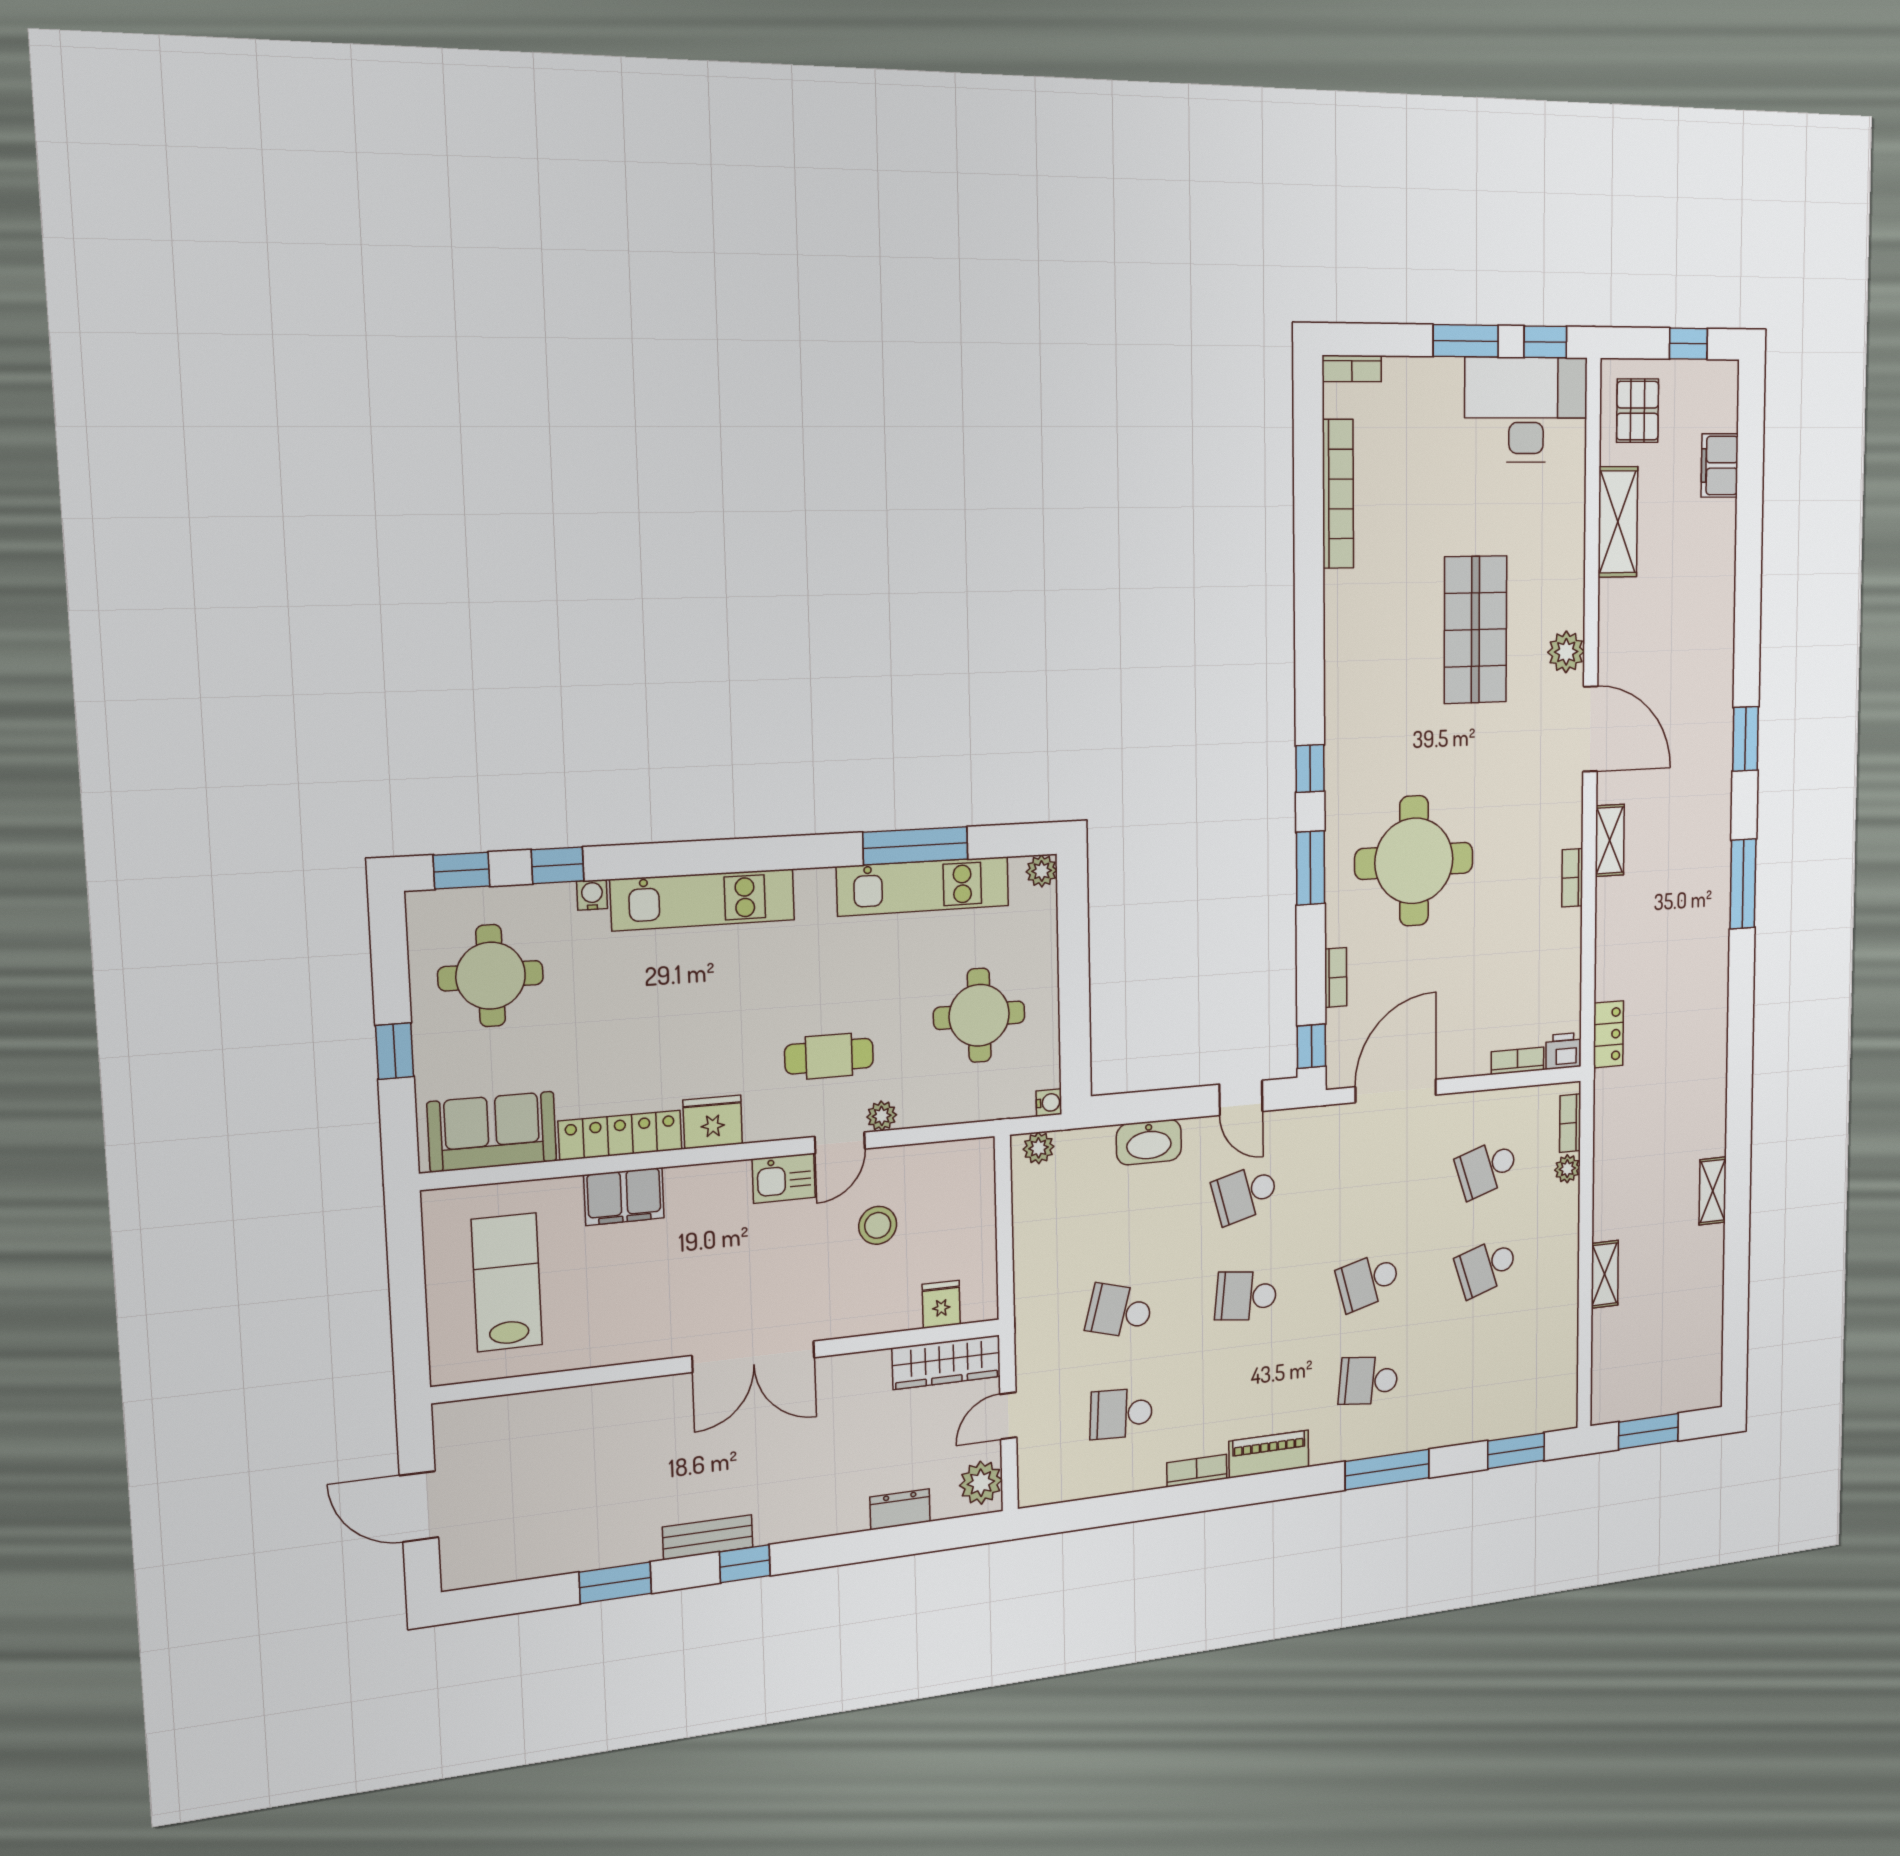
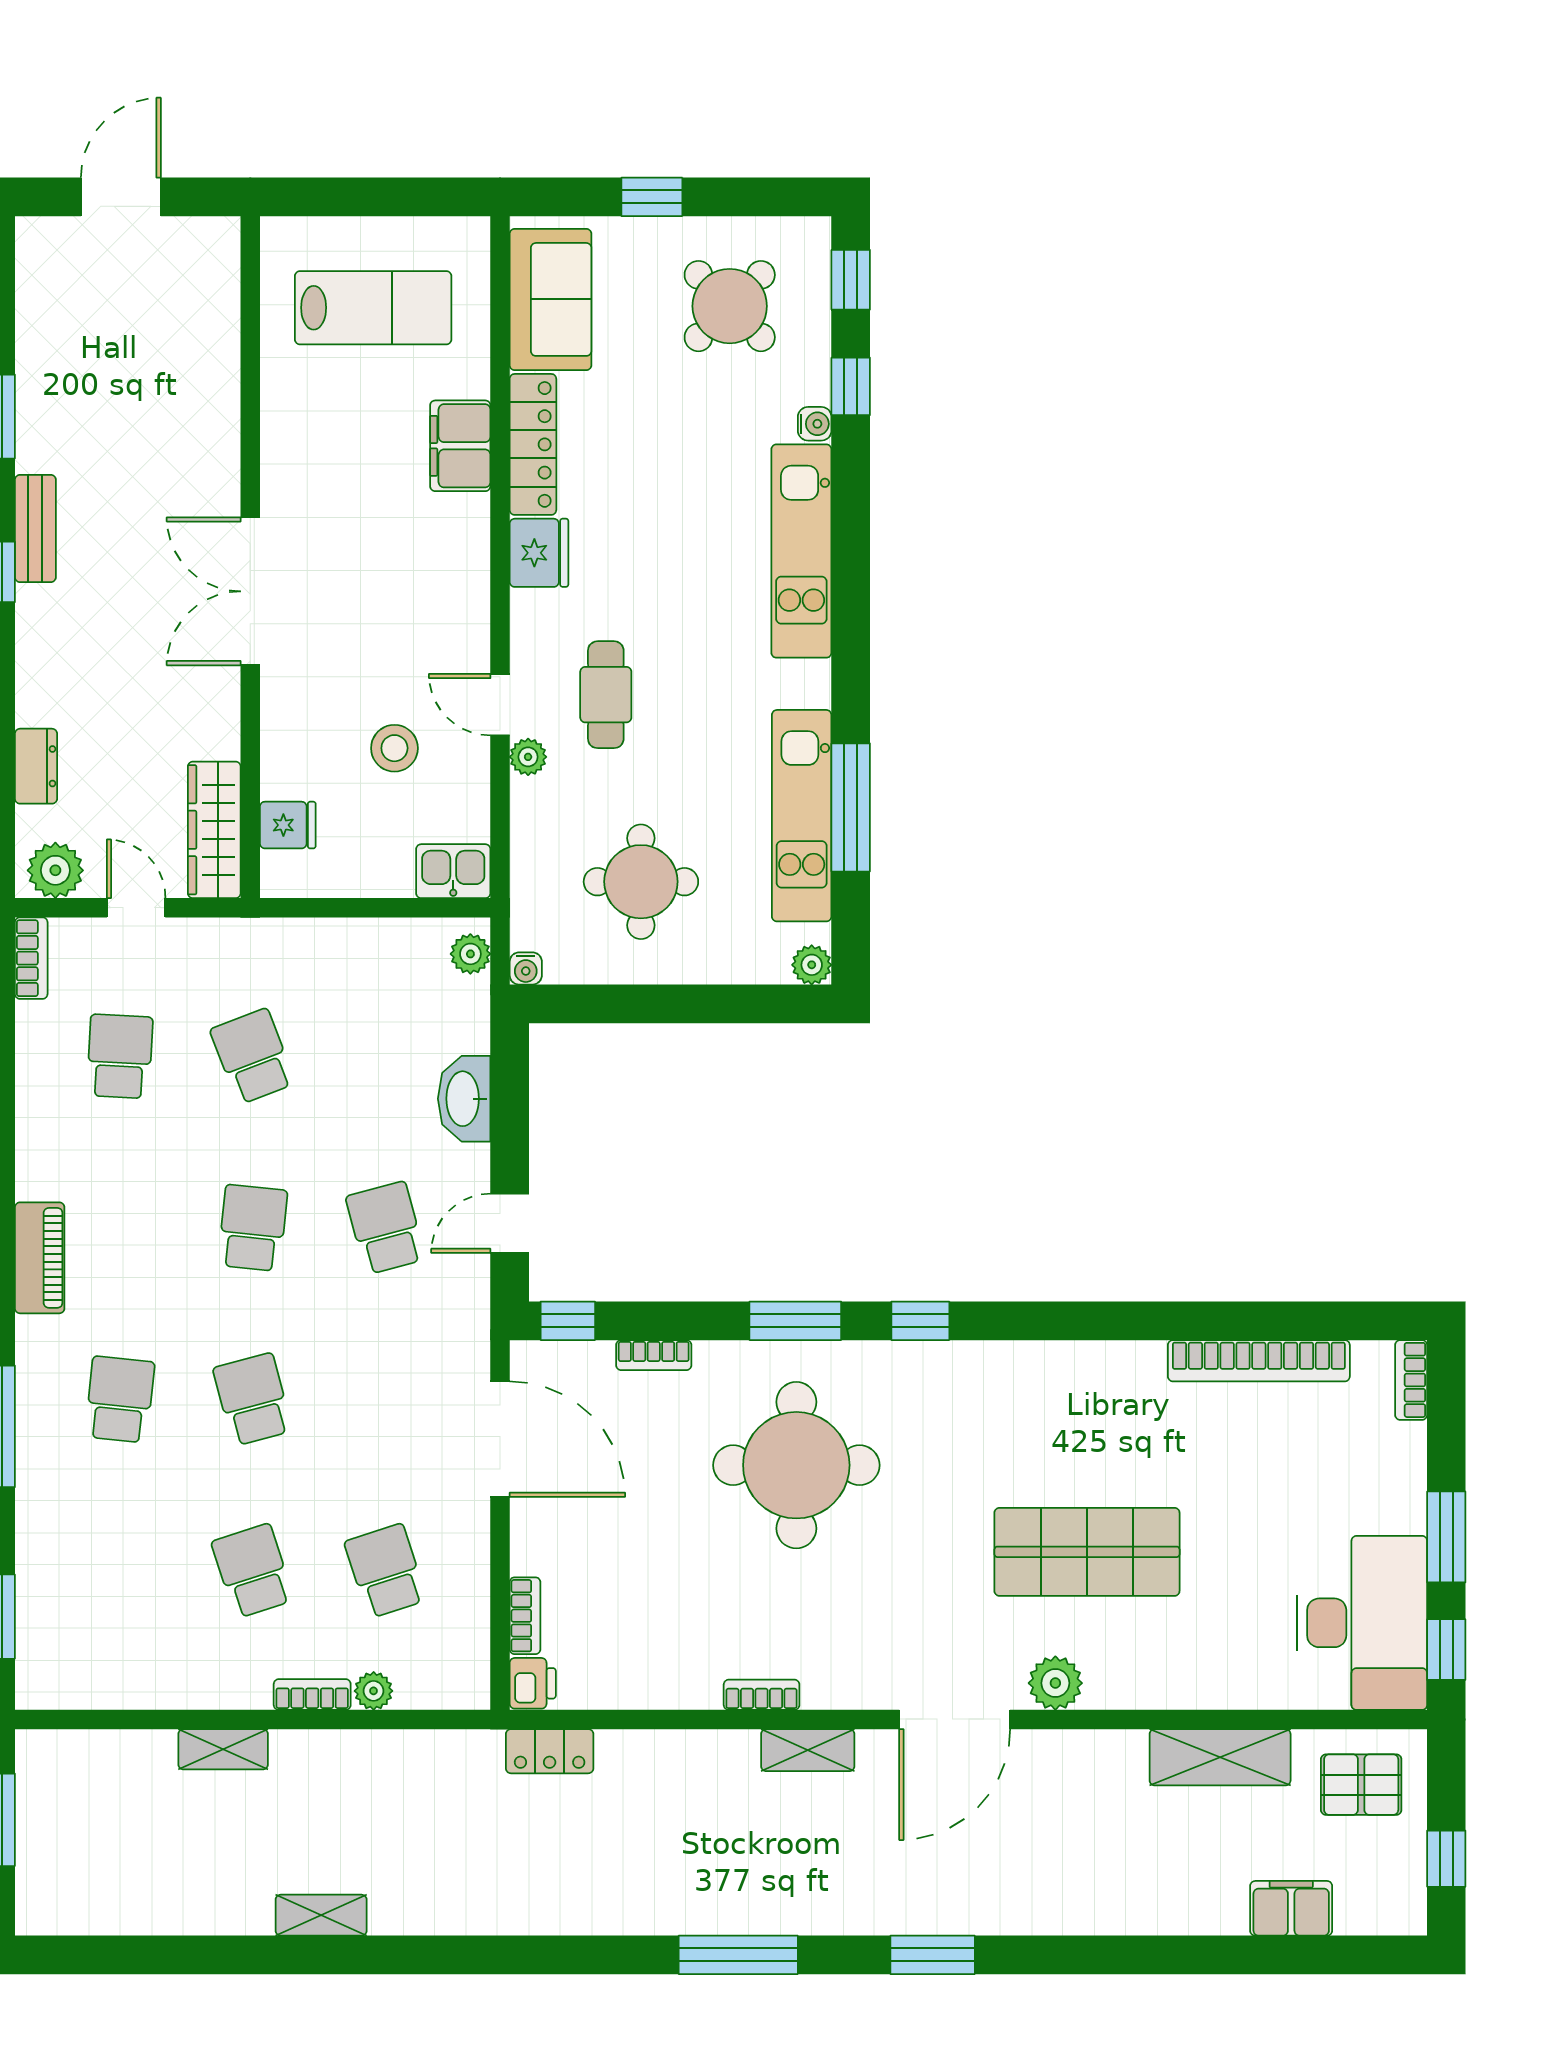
round table: (491, 976) -> (730, 306), turned 45
bookcase: (1570, 1123) -> (312, 1694), moved
kitchen sink: (784, 1178) -> (453, 871), moved, turned 90
school desk: (1120, 1311) -> (253, 1056), turned -36
bookcase: (1197, 1471) -> (31, 958), moved

